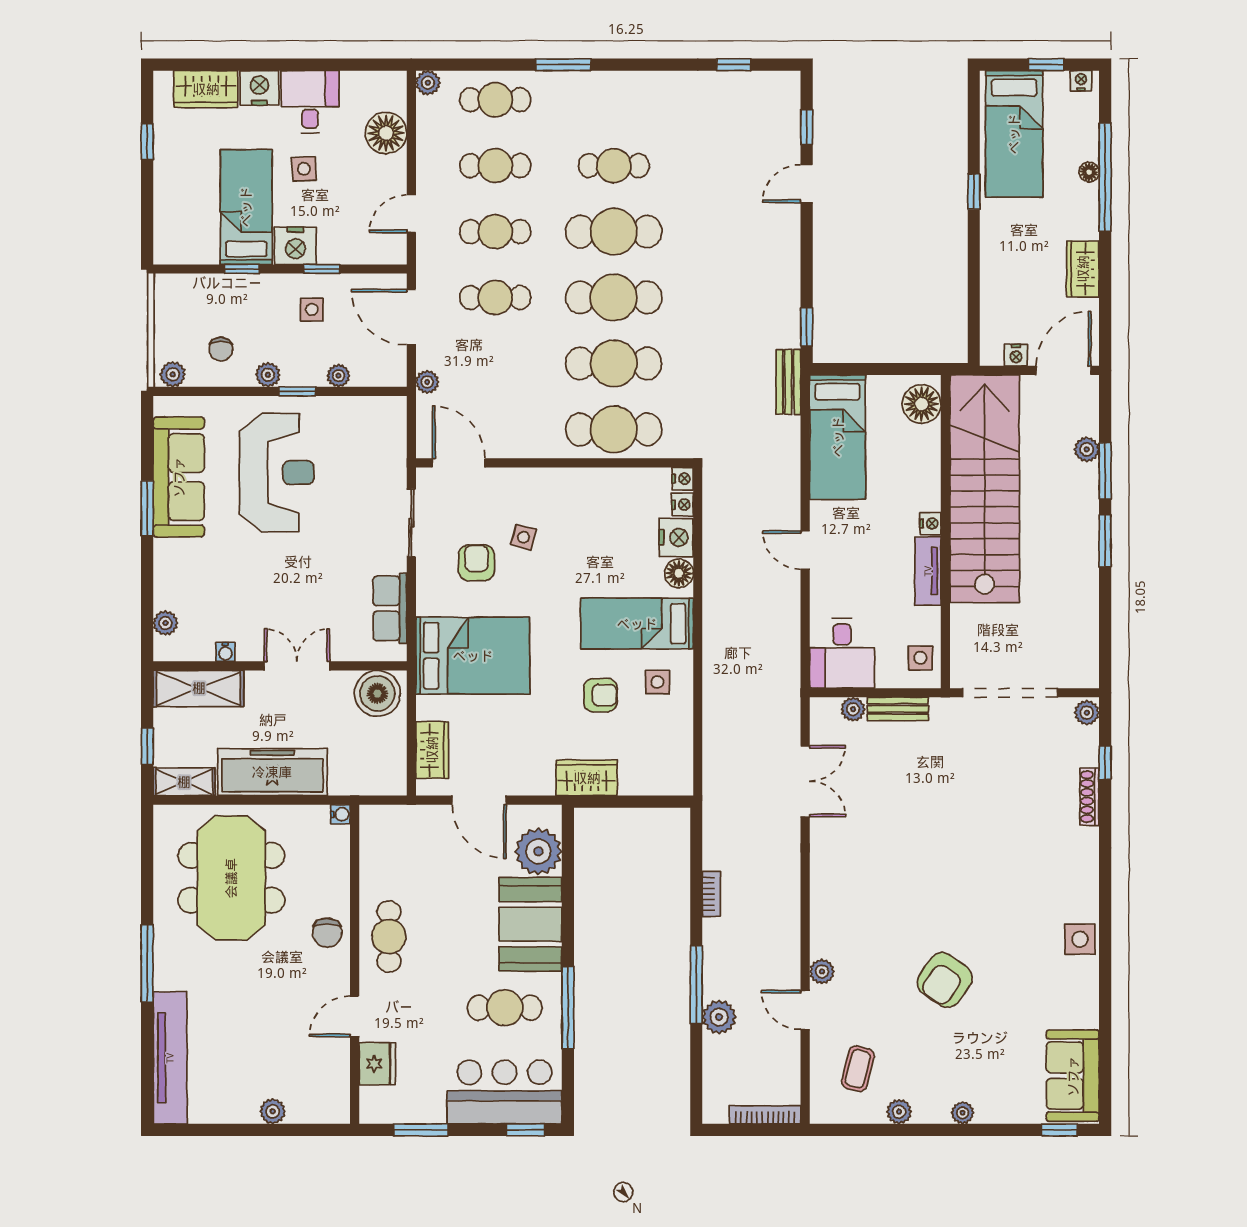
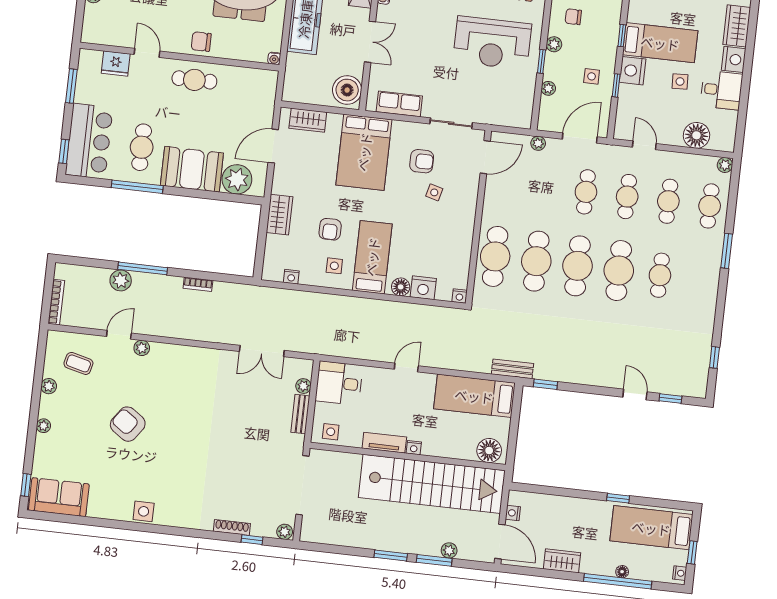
nightstand: (683, 505) -> (291, 277), moved

